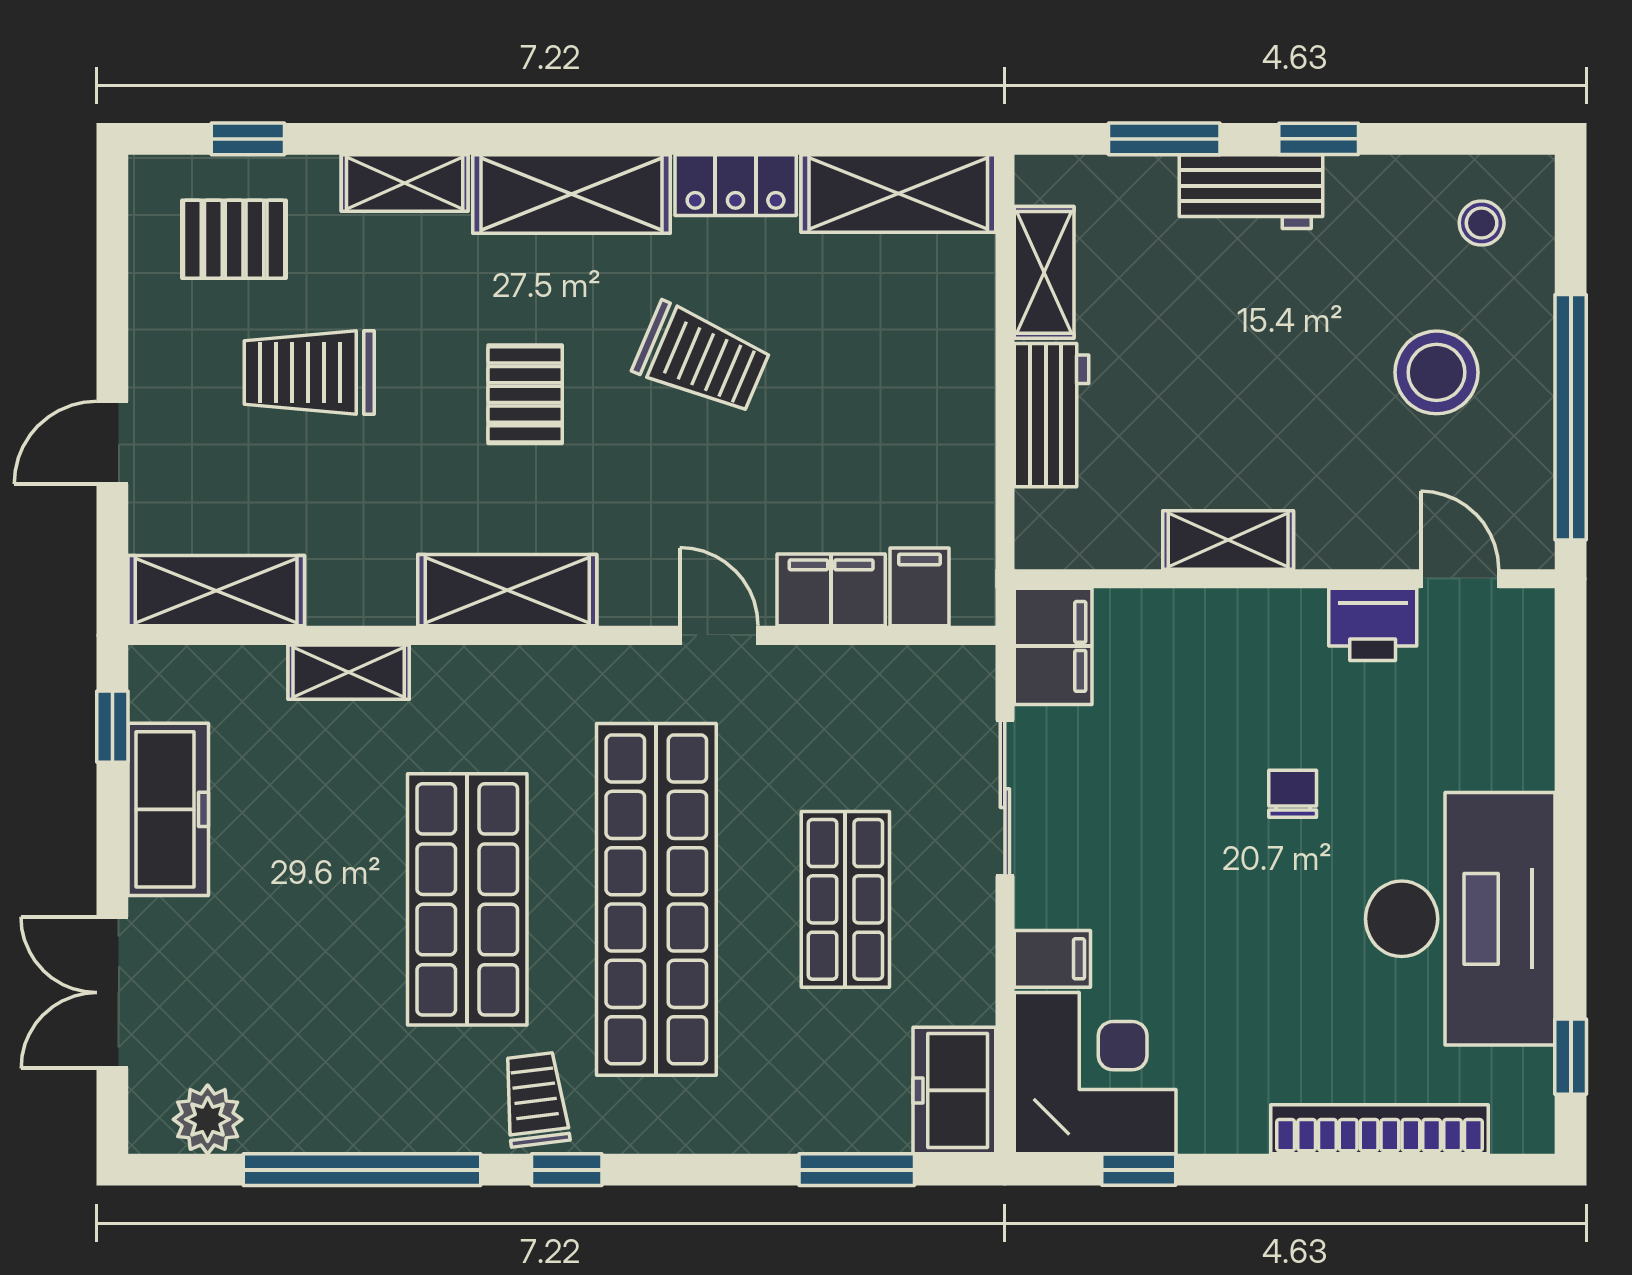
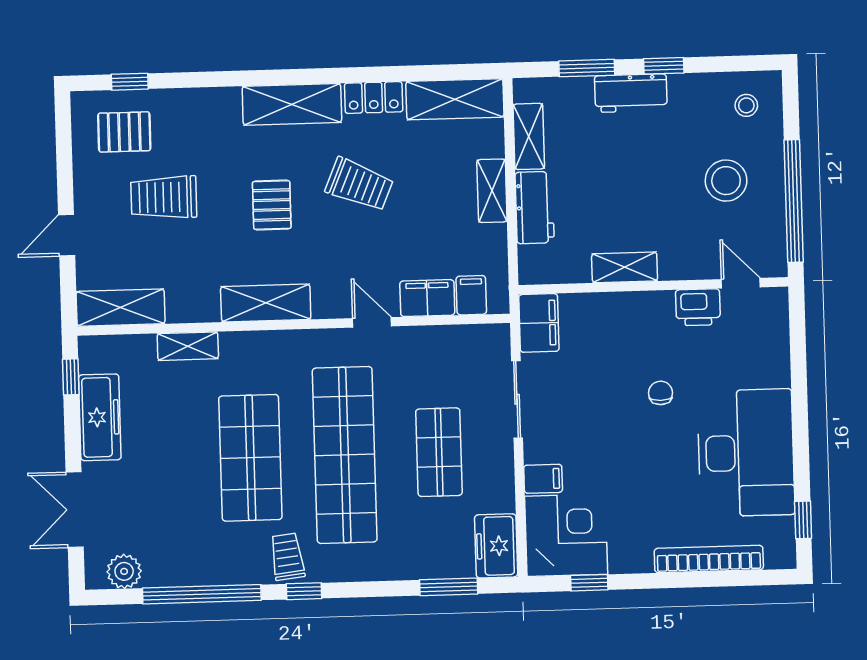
shelving: (405, 183) -> (492, 191), moved, turned 90

